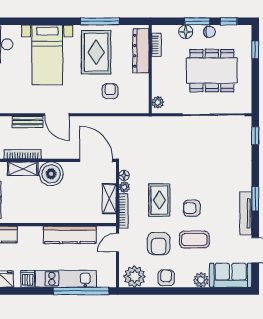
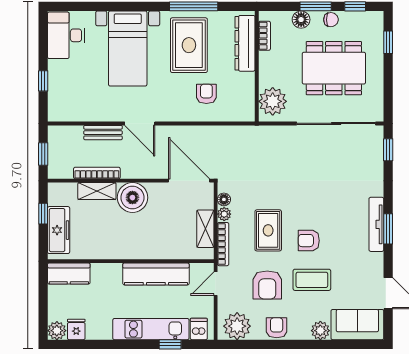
plant: (158, 102) -> (273, 101), width x1.88, depth x1.88
tv unit: (246, 213) -> (376, 224), moved
dishwasher: (28, 279) -> (199, 329), moved
window: (81, 291) -> (170, 344), width x0.32

